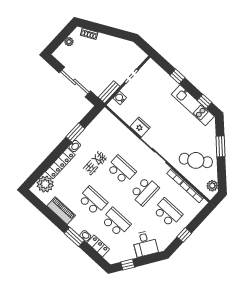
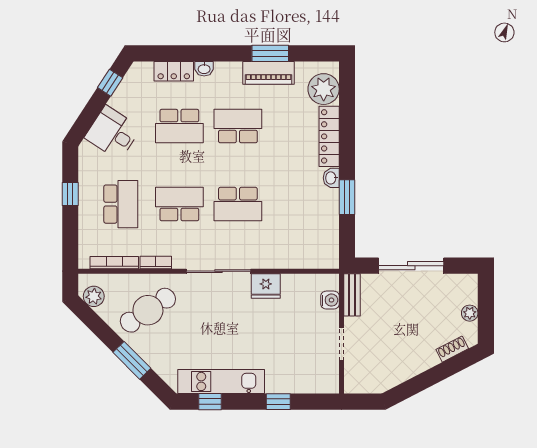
school desk: (145, 191) -> (179, 204), turned 90
school desk: (93, 201) -> (238, 126), turned 180
school desk: (168, 212) -> (121, 204), turned -90
window: (74, 237) -> (270, 53), moved

